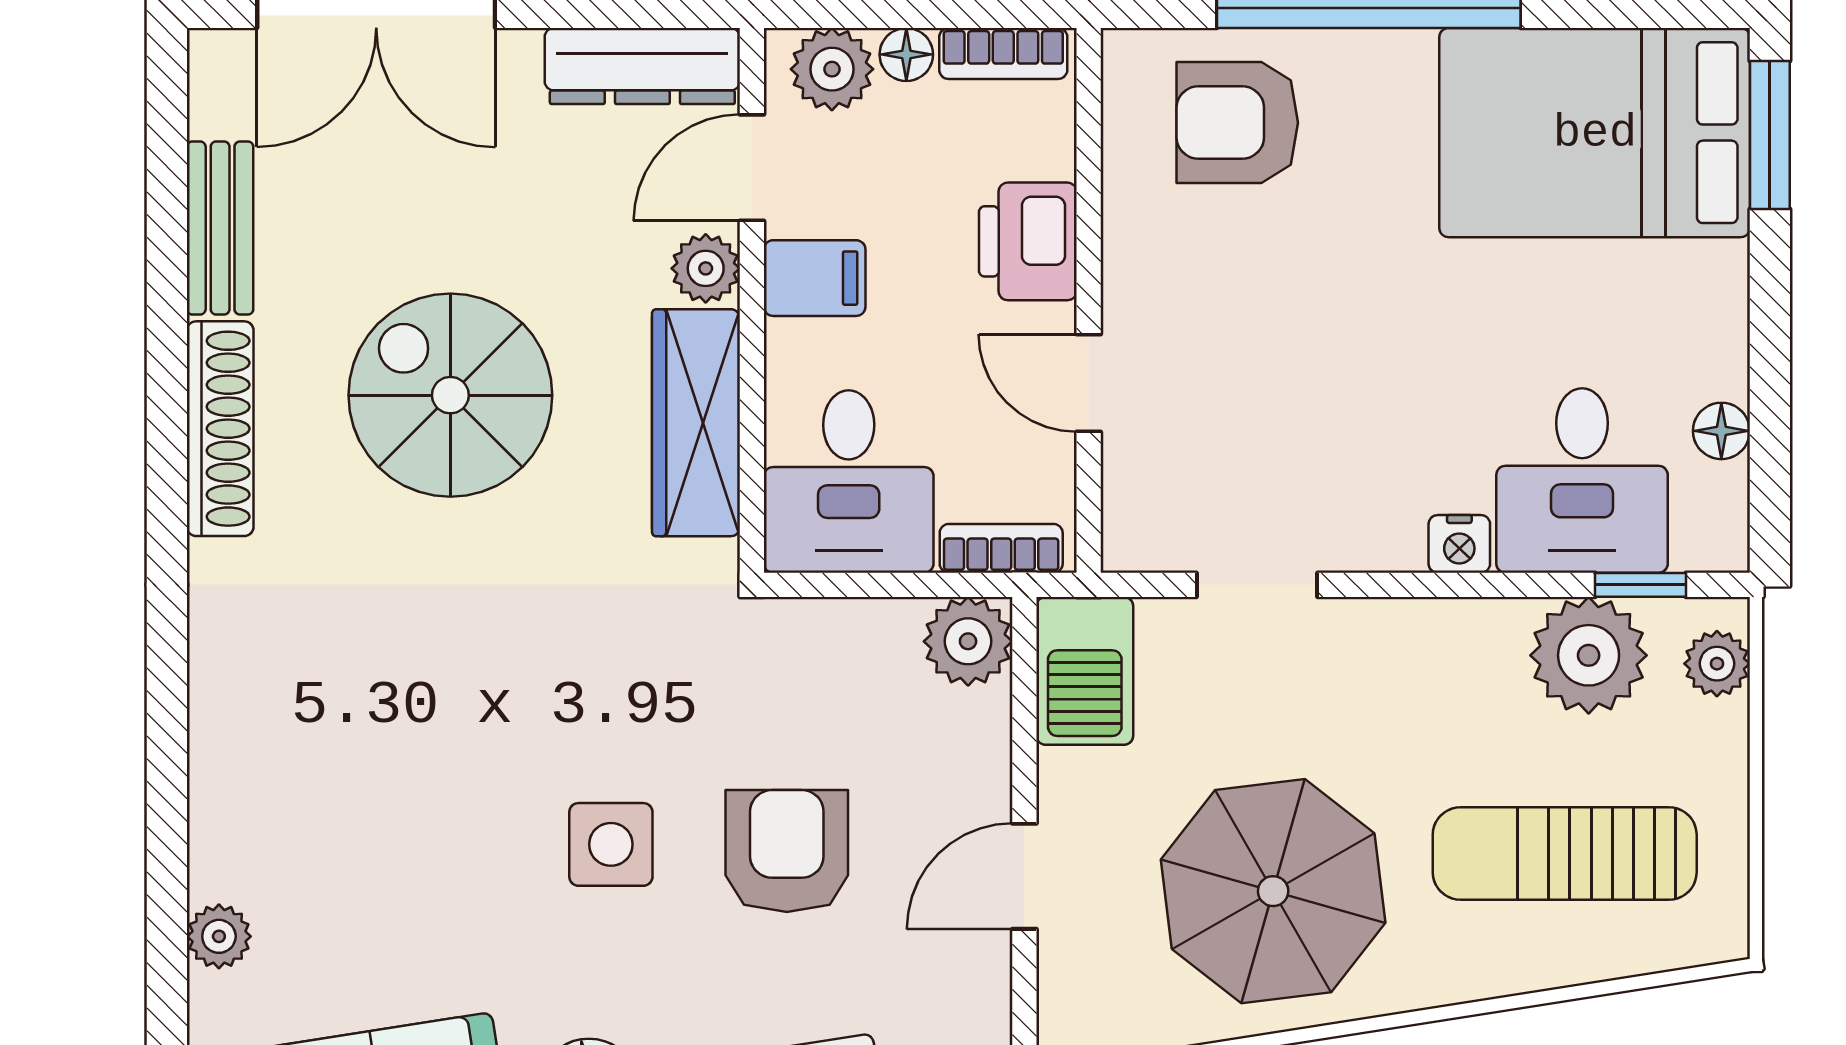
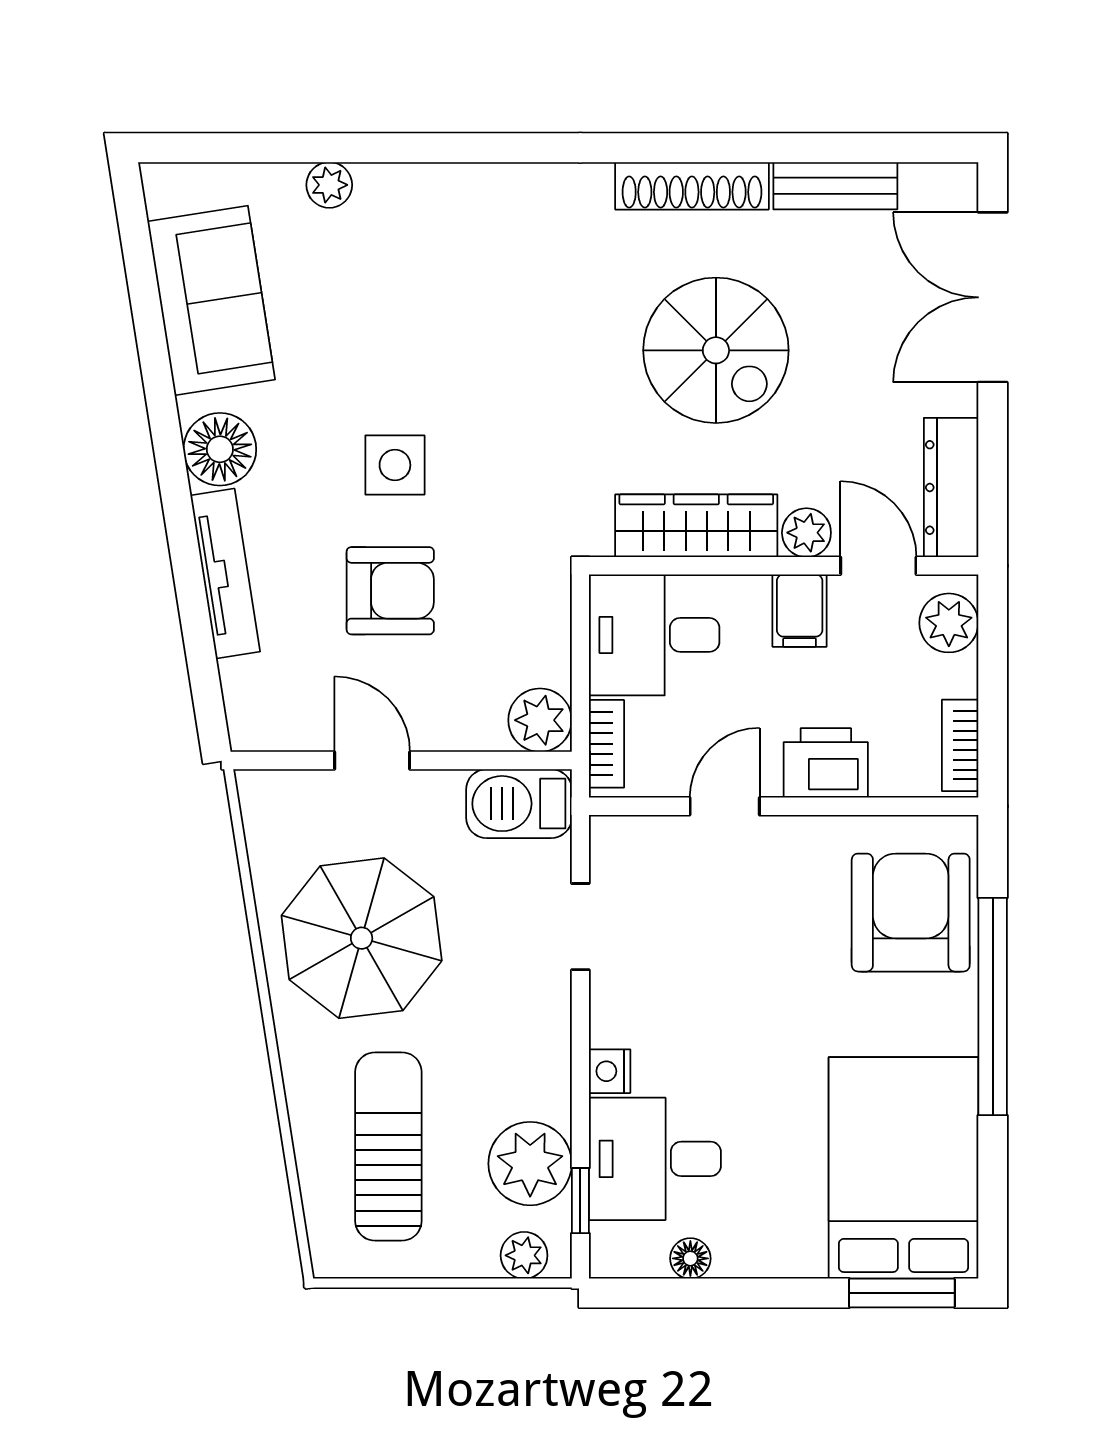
floor lamp: (906, 54) -> (959, 676), removed
armchair: (1237, 123) -> (911, 913), width x1.36, depth x1.36
spiral stairs: (450, 395) -> (716, 350), turned 90

